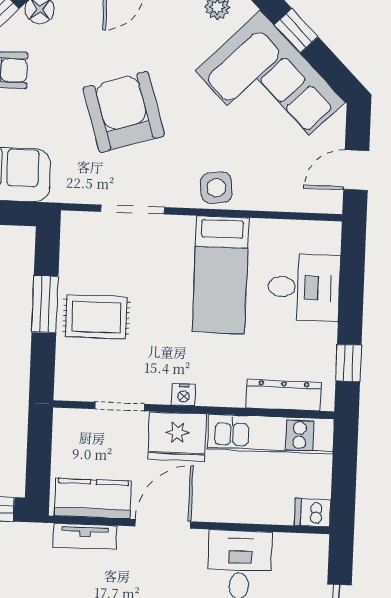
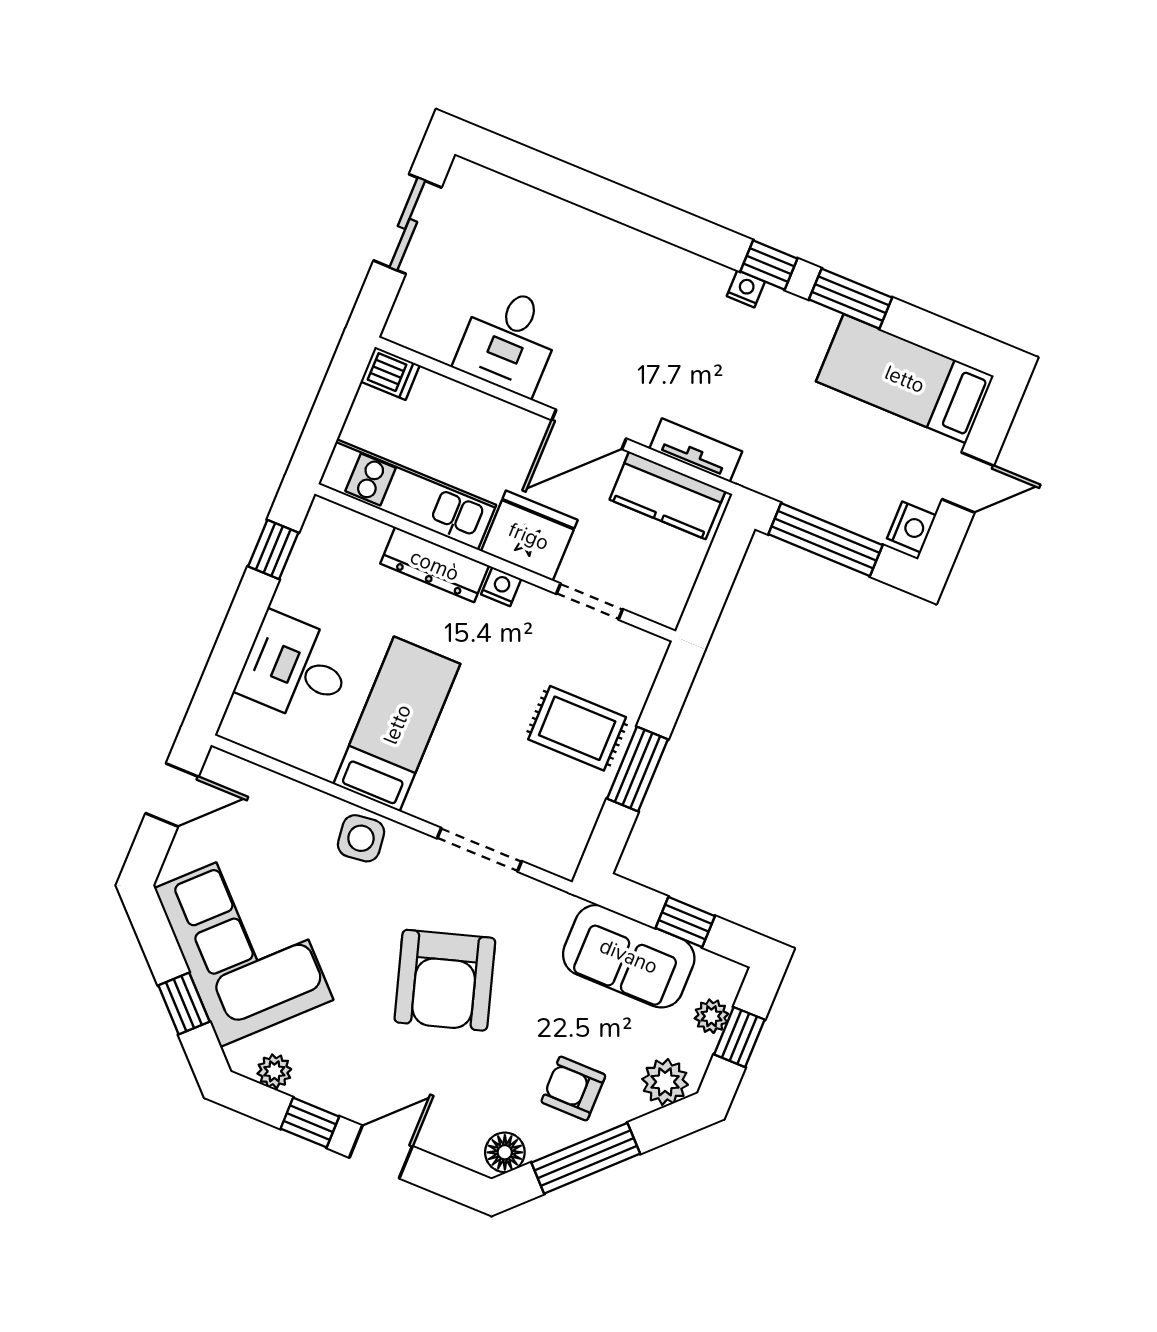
dresser: (284, 395) -> (435, 565), moved

